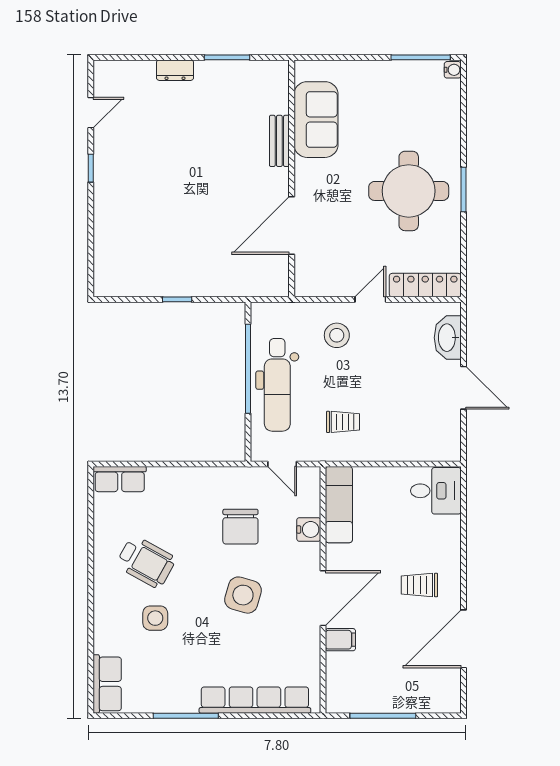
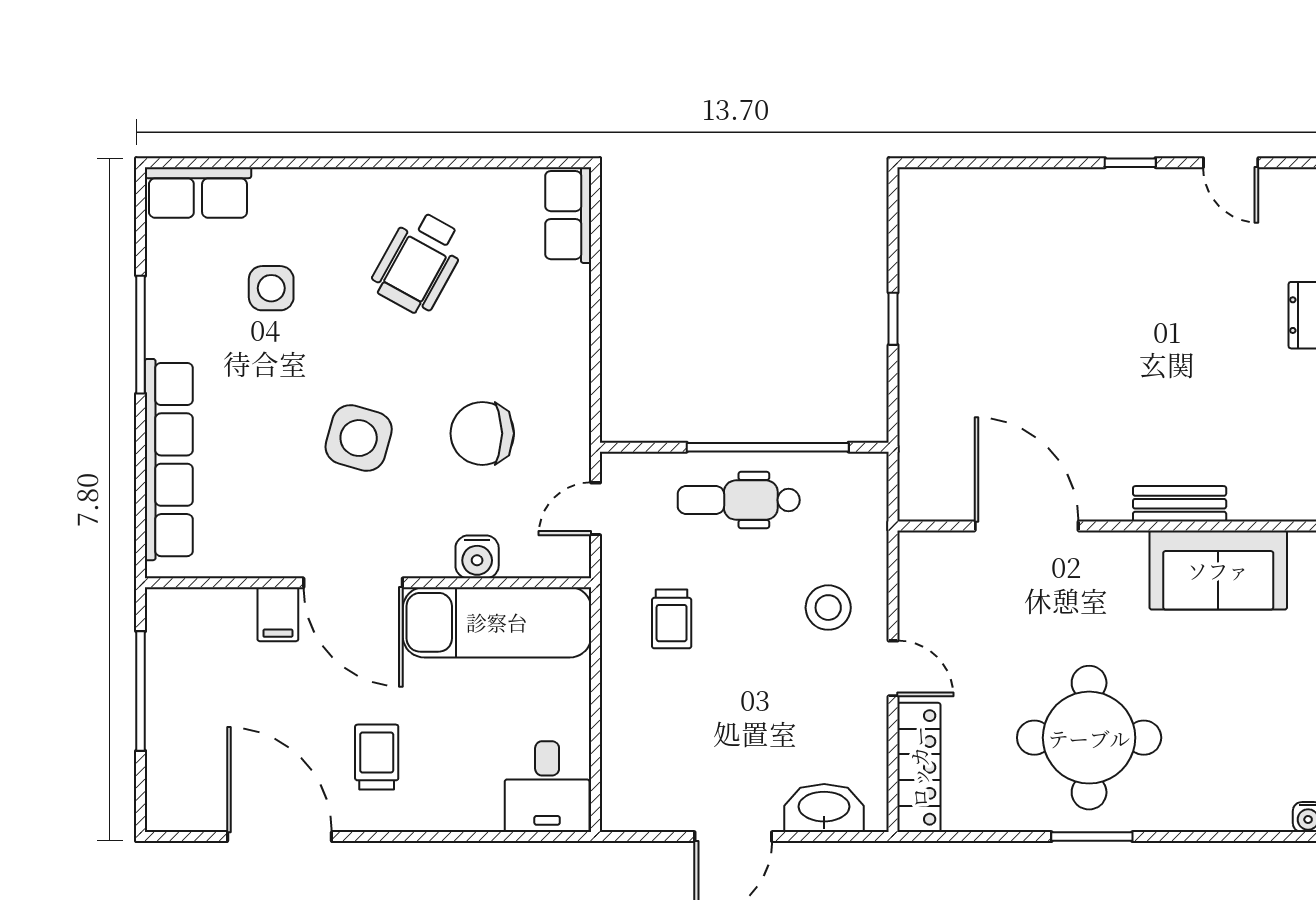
dental chair: (277, 385) -> (739, 500), width x0.73, depth x0.72
exam couch: (339, 505) -> (497, 622), width x1.36, depth x1.45
side table: (155, 618) -> (271, 288), moved

